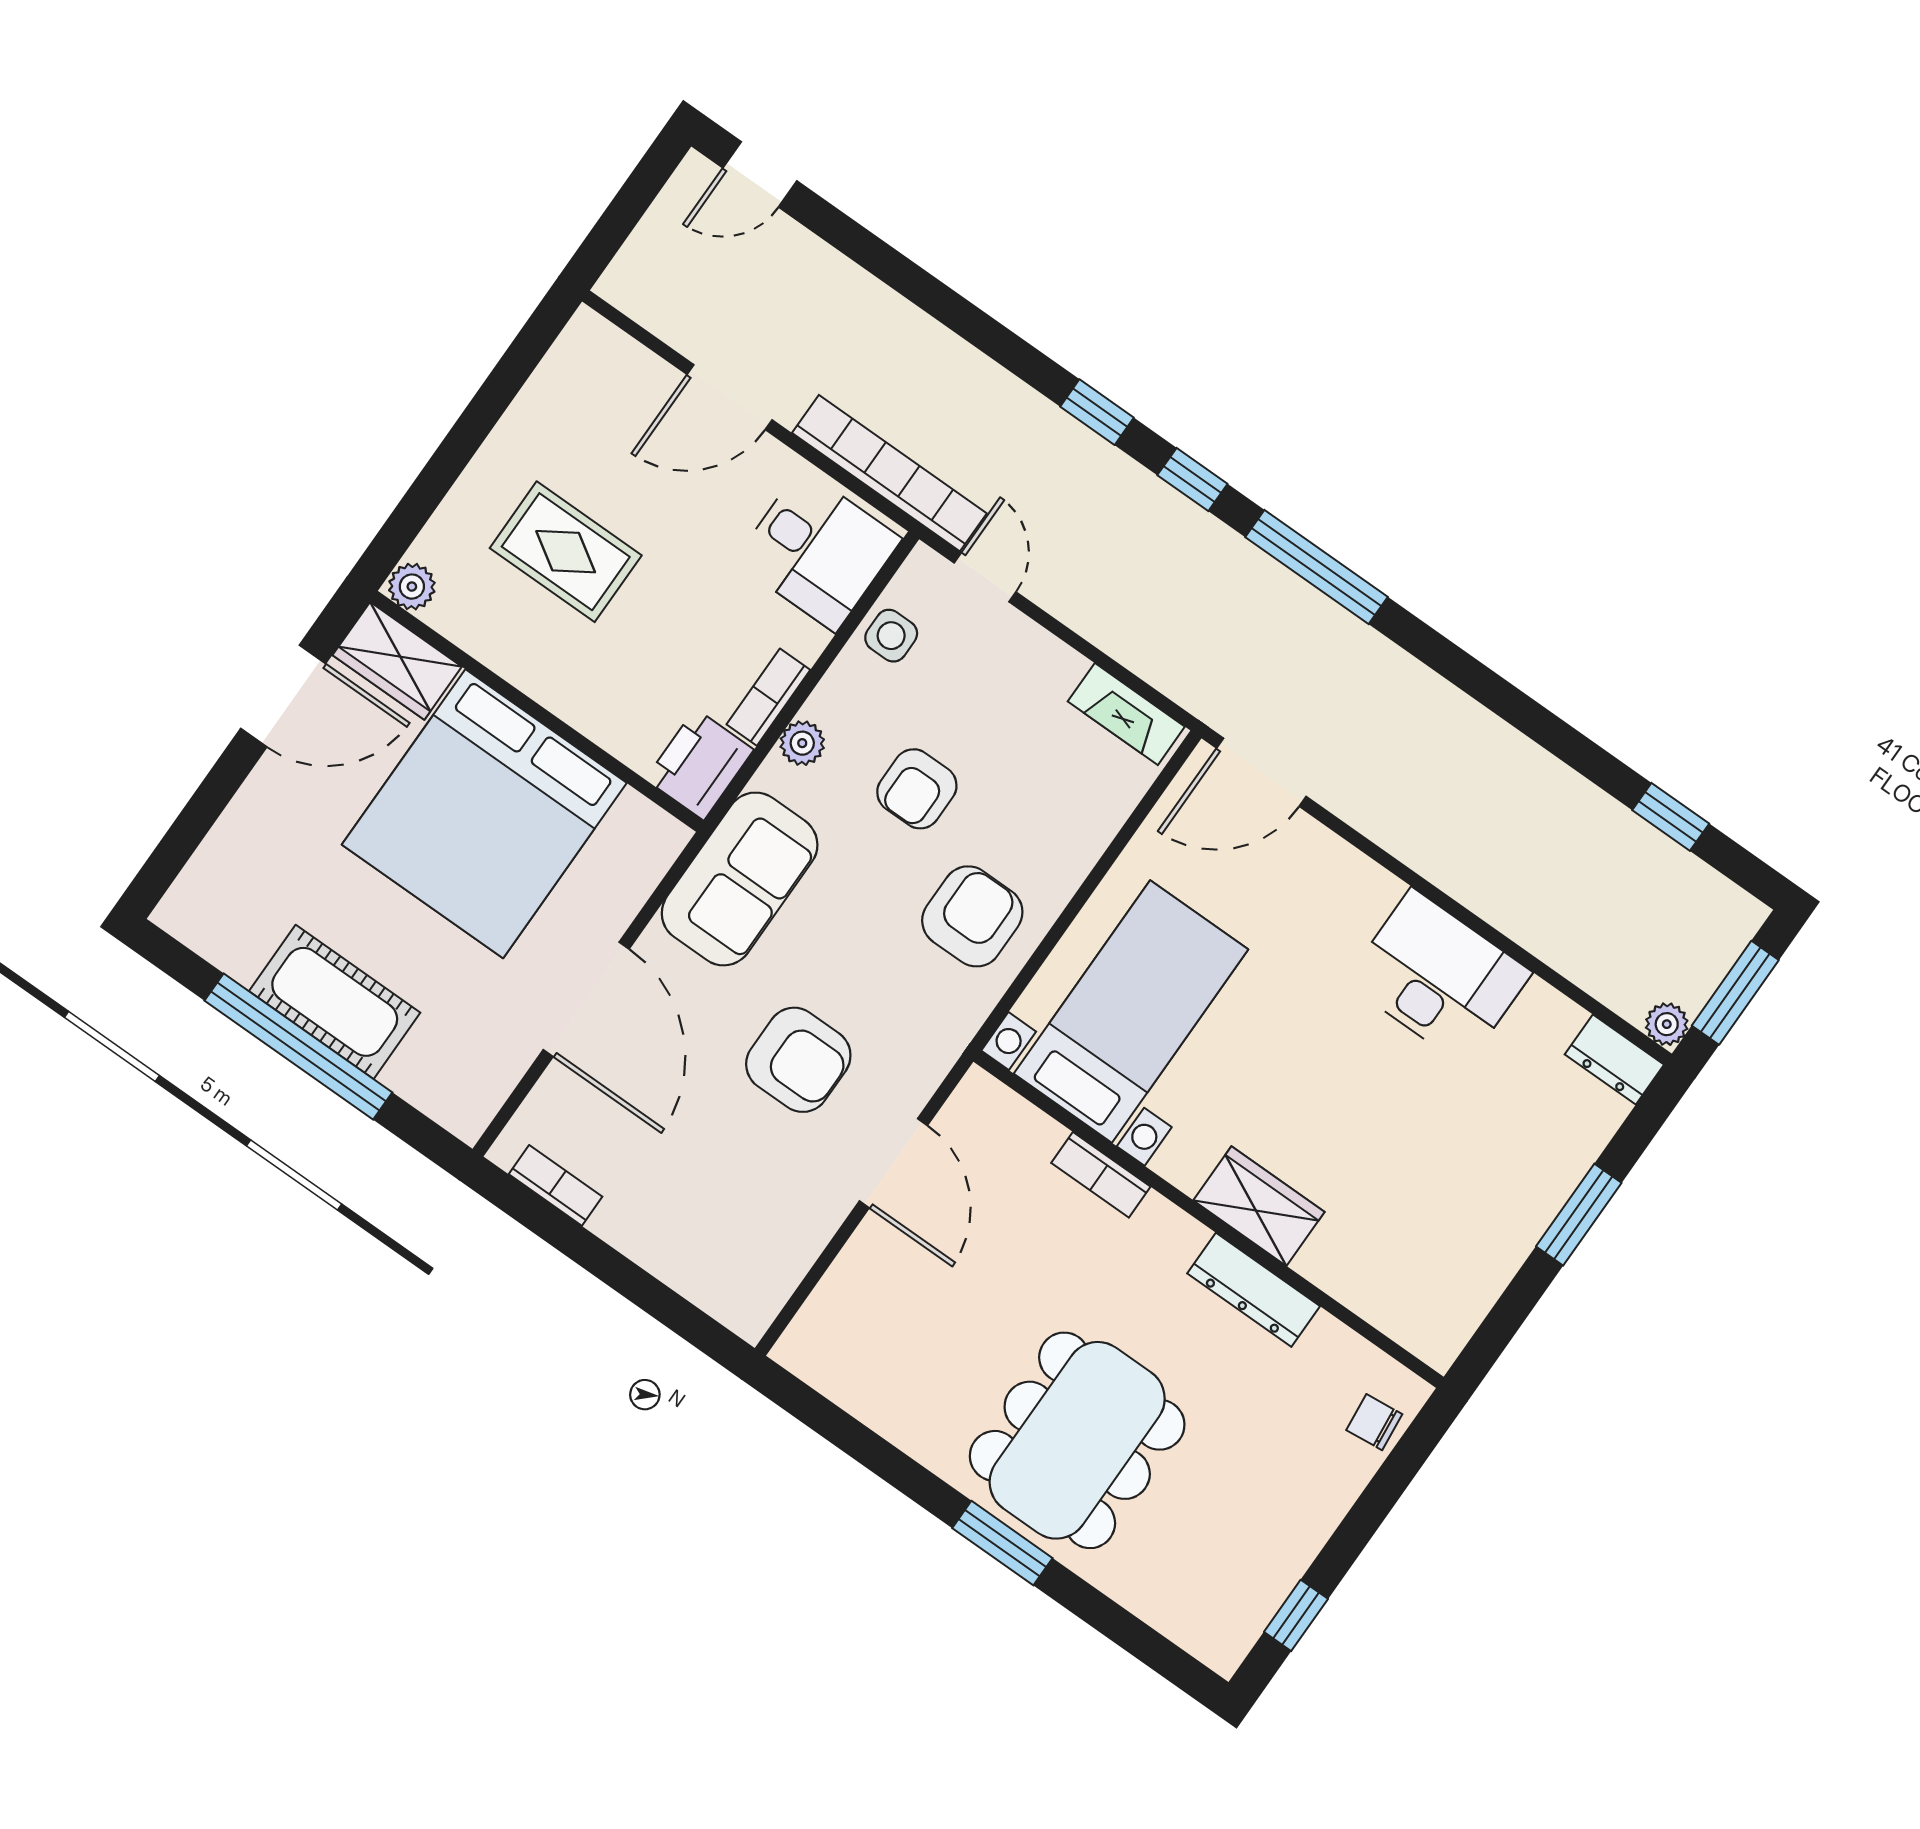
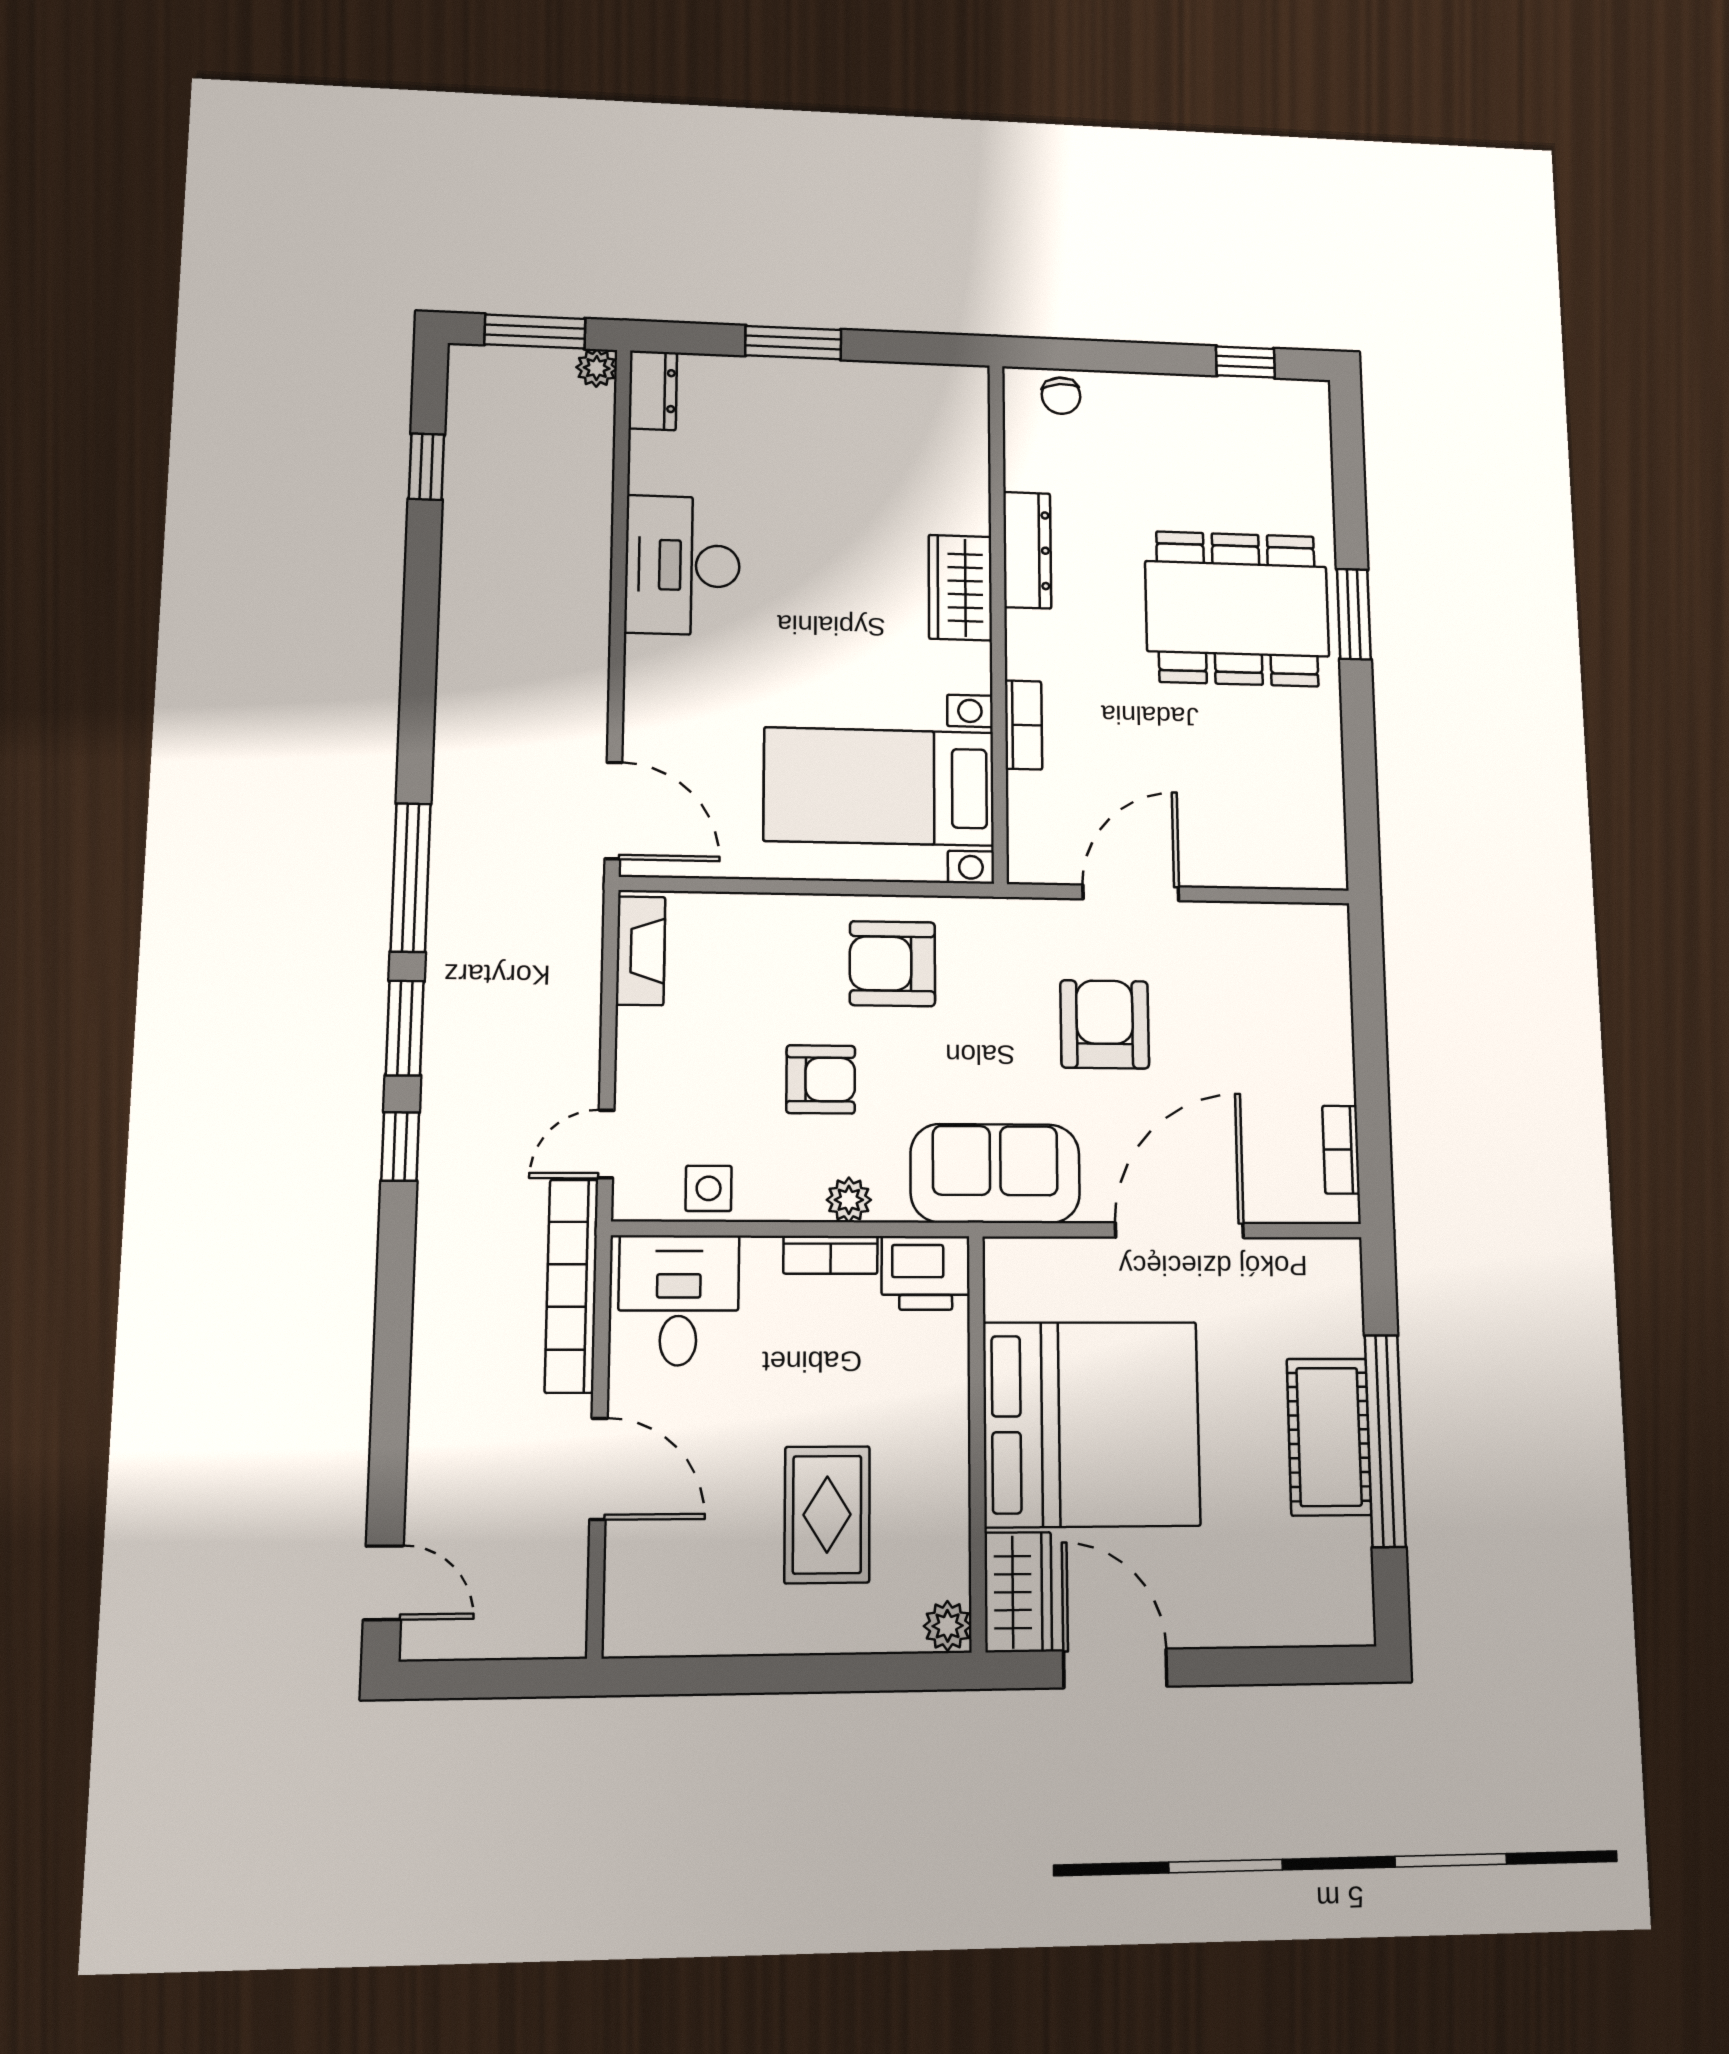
window: (1192, 479) -> (405, 1028), width x1.50

